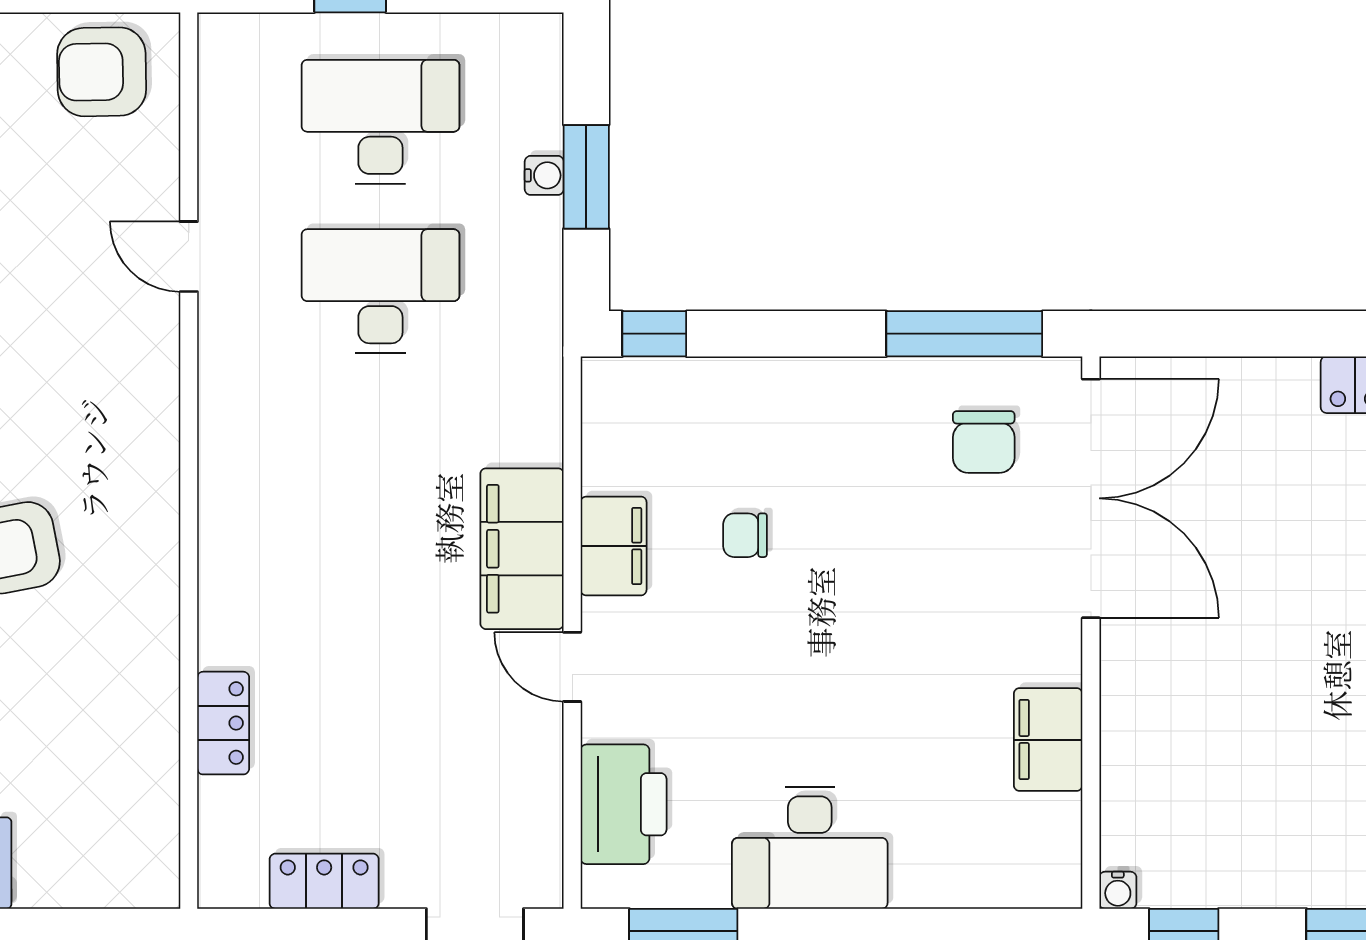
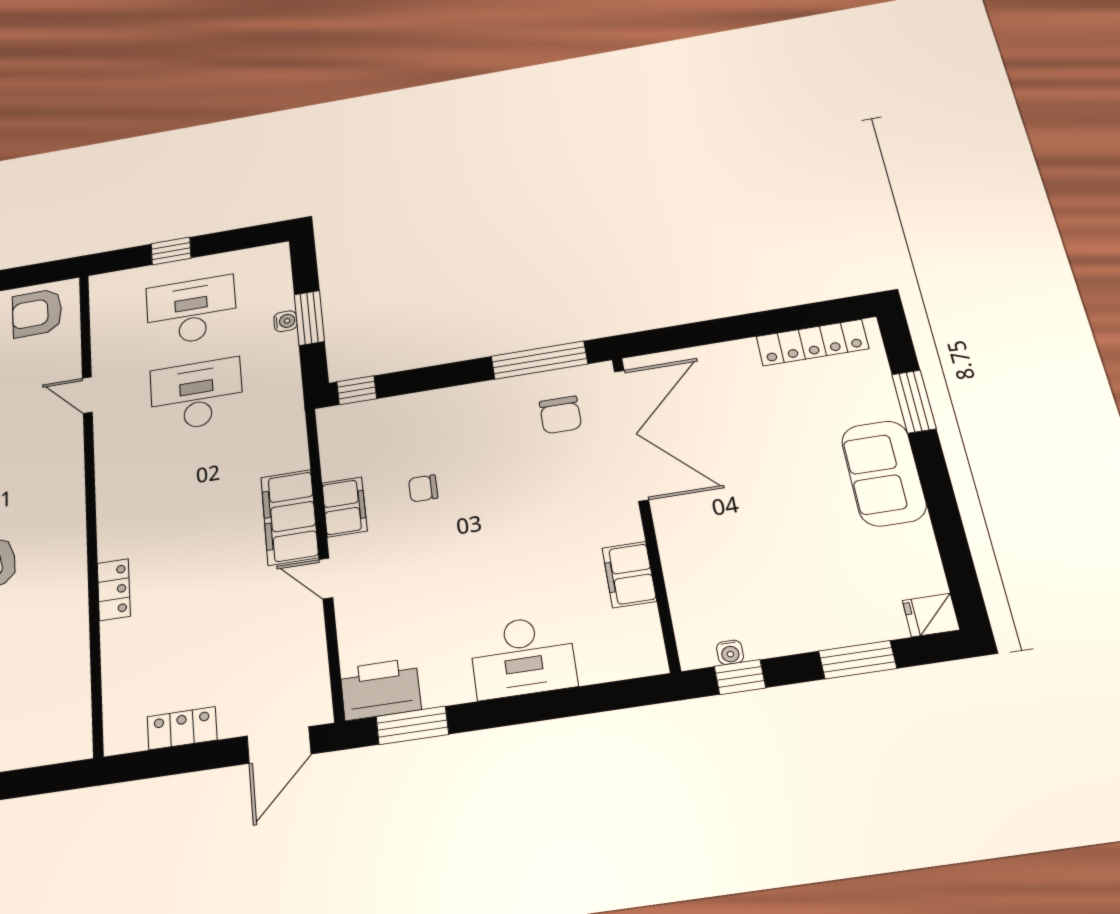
locker: (223, 723) -> (114, 590), moved
printer: (624, 804) -> (380, 689), moved, turned -90
desk: (810, 848) -> (523, 657), moved
water cooler: (1118, 890) -> (730, 652), moved

